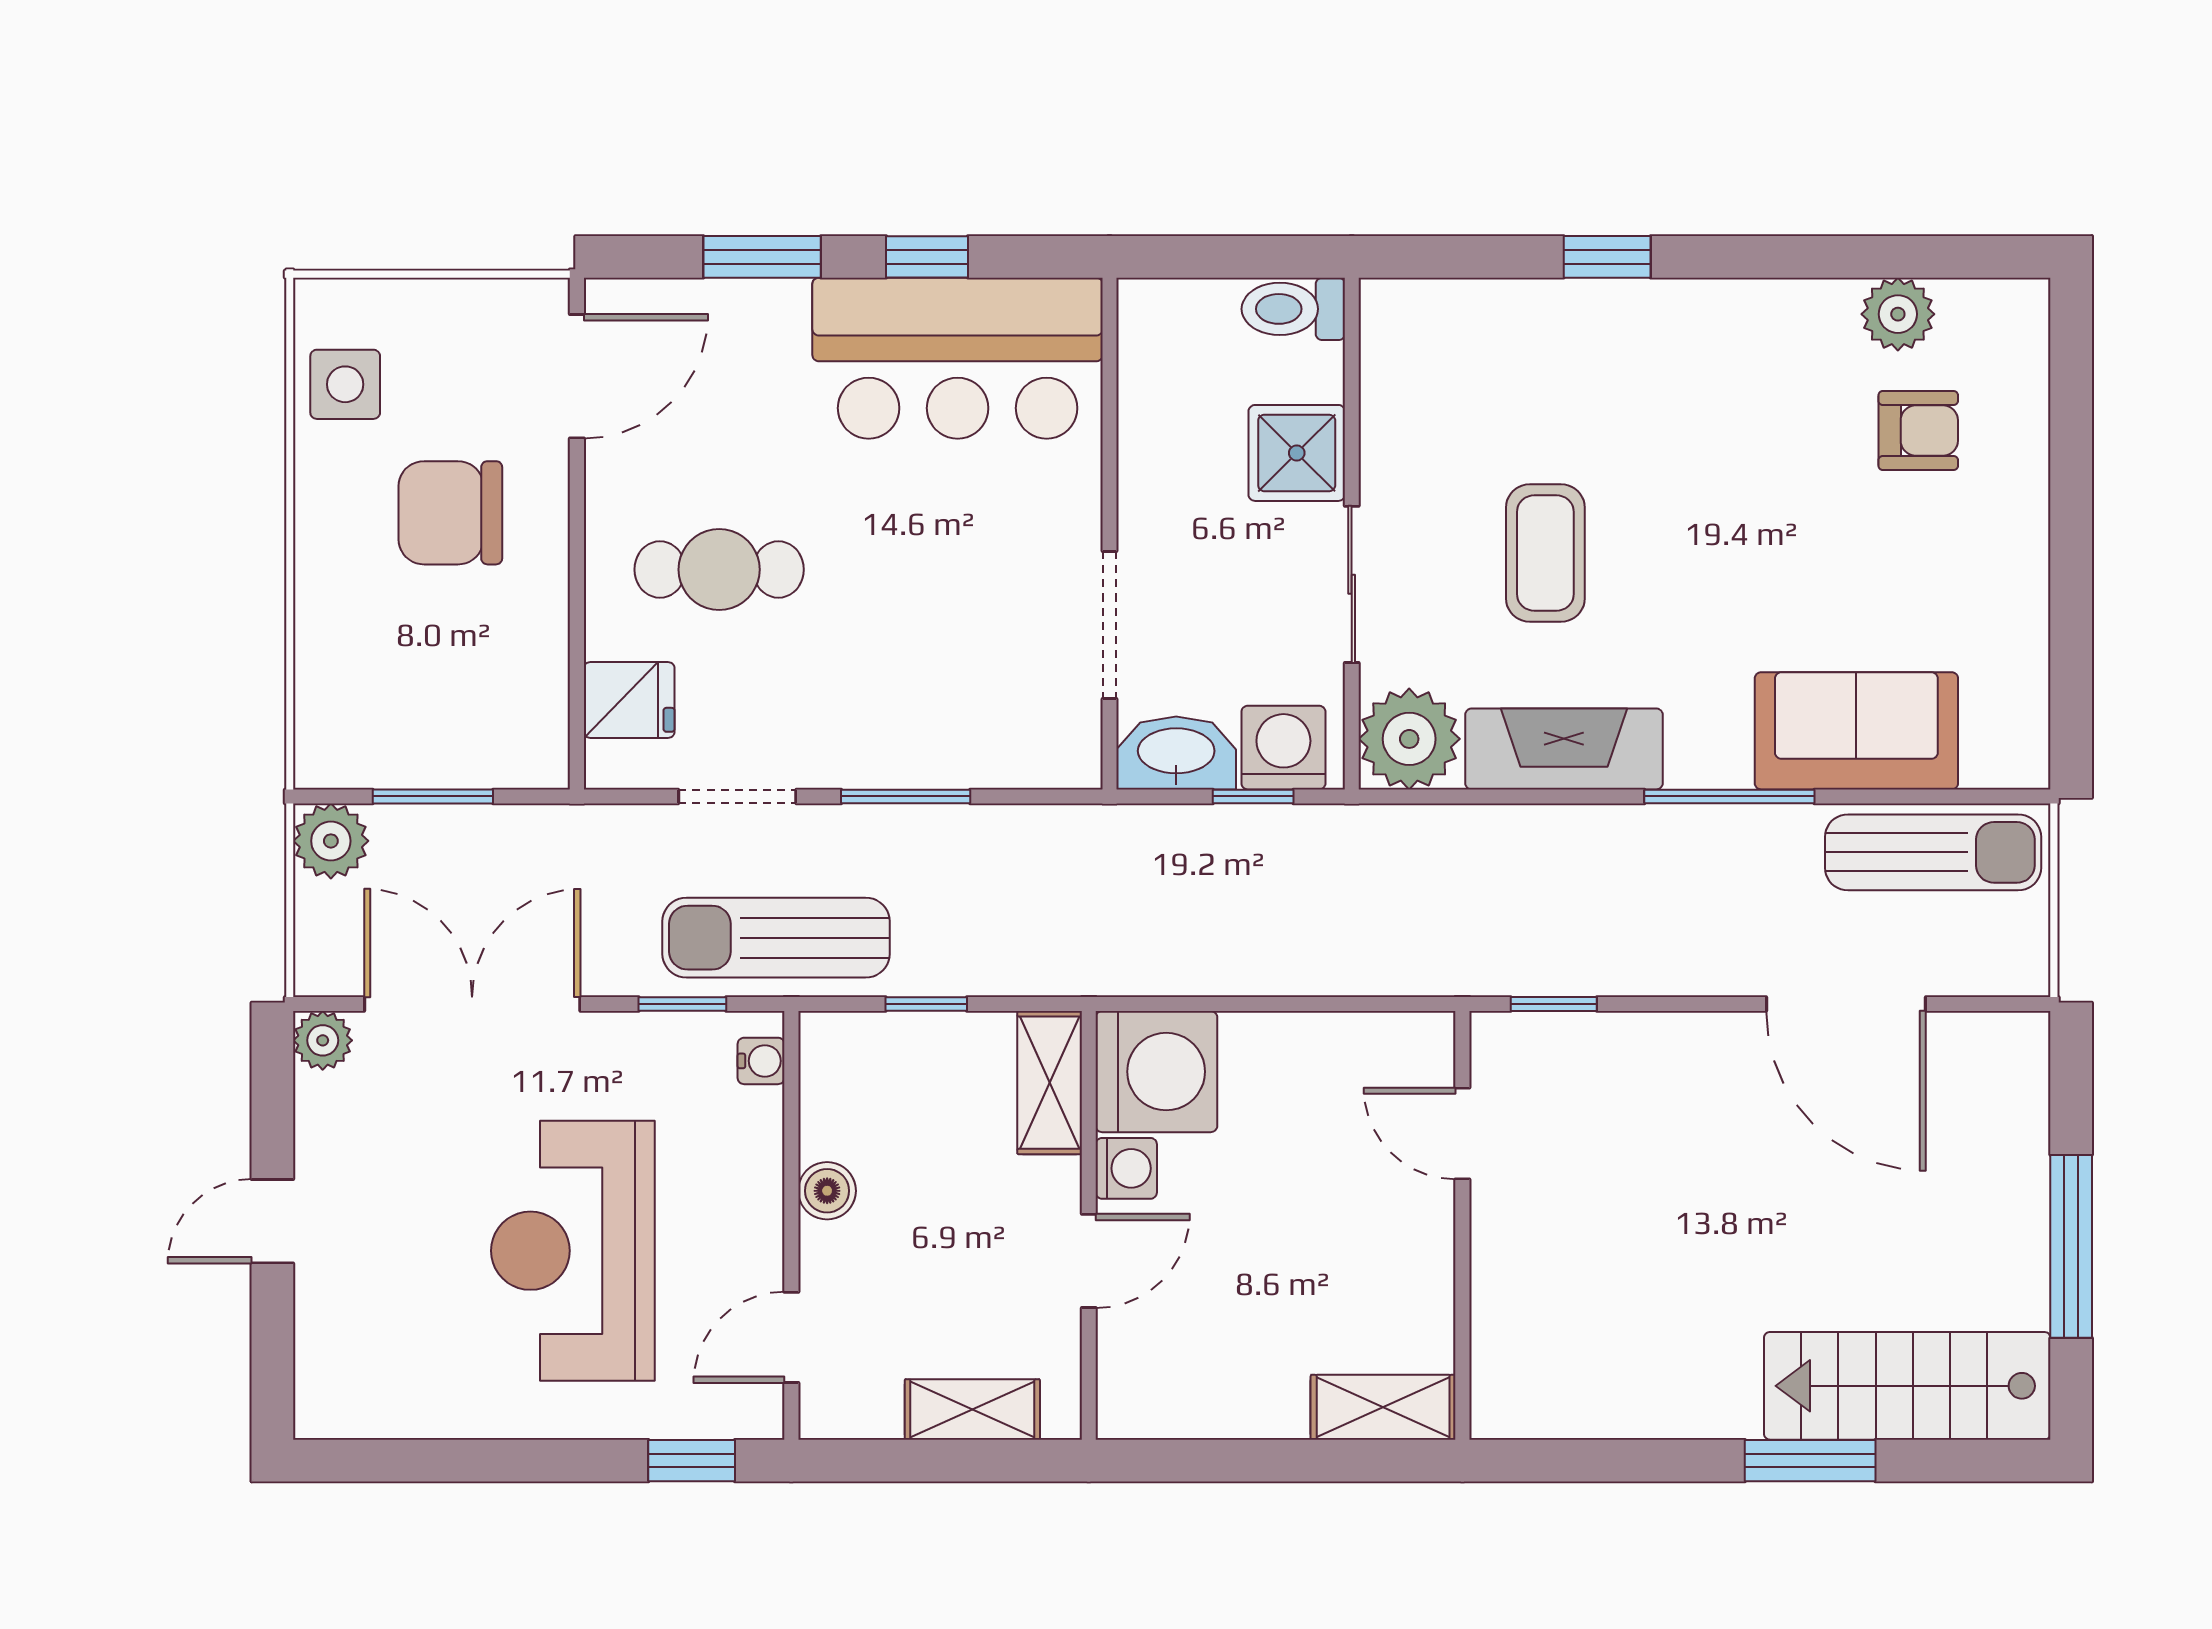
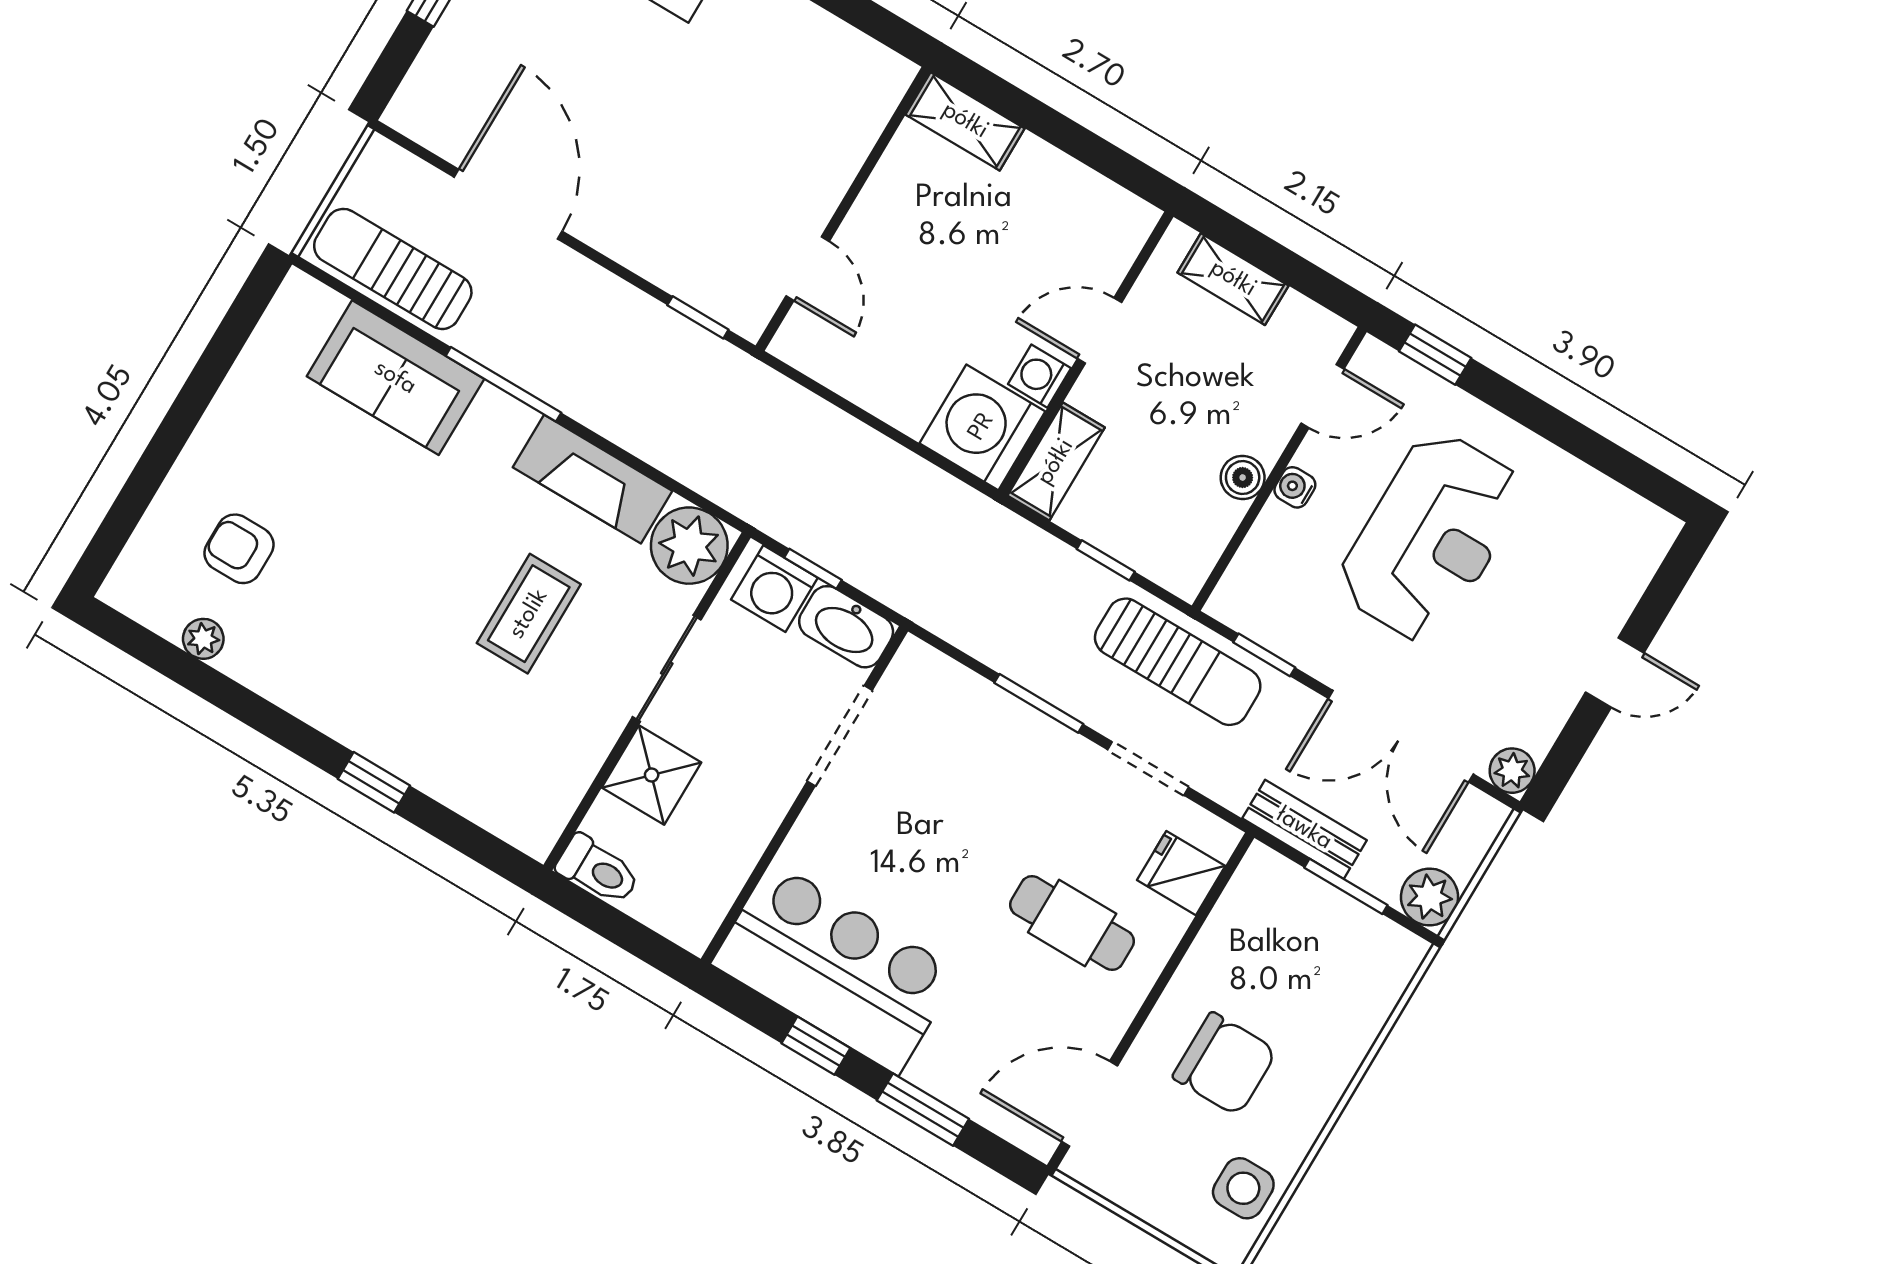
plant: (1898, 314) -> (203, 639), width x0.73, depth x0.73
bench: (519, 833) -> (1304, 829), added
water cooler: (761, 1061) -> (1295, 487), moved

